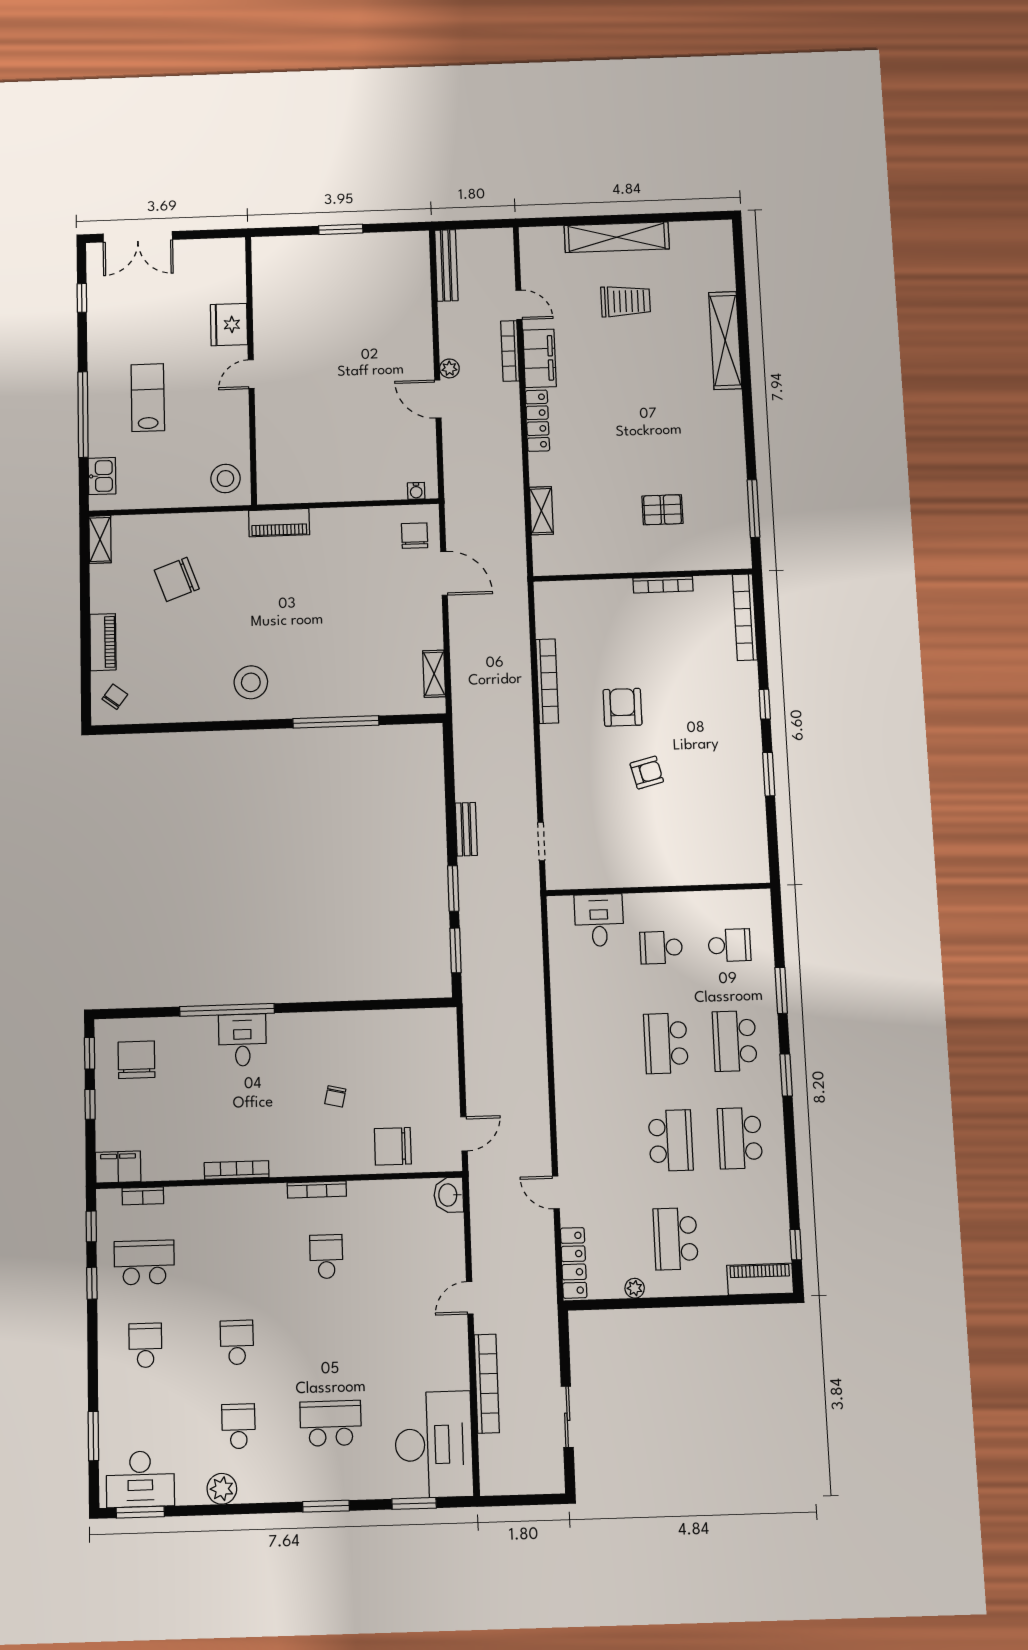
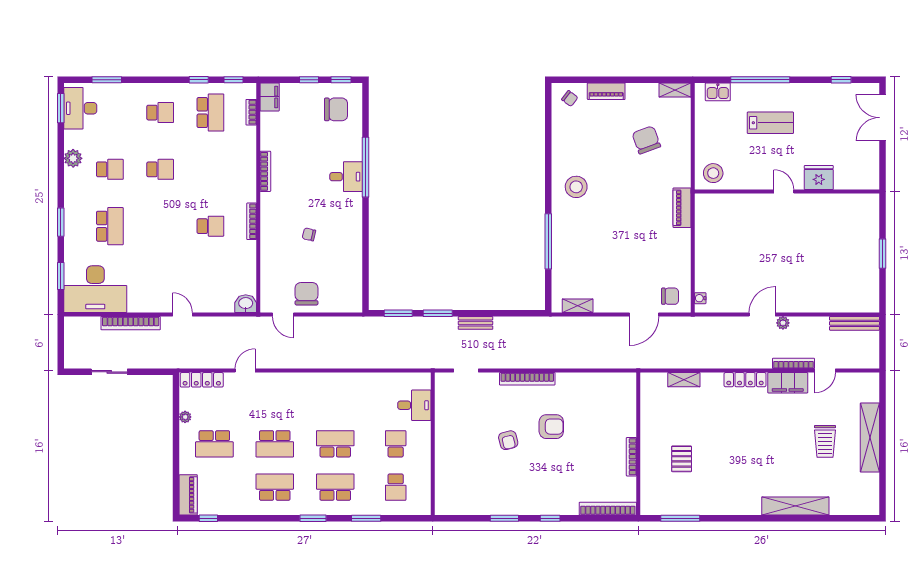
bookcase: (547, 681) -> (527, 379), moved
chair: (393, 1146) -> (307, 294), moved
school desk: (676, 1239) -> (214, 444), turned 180

